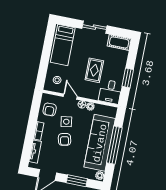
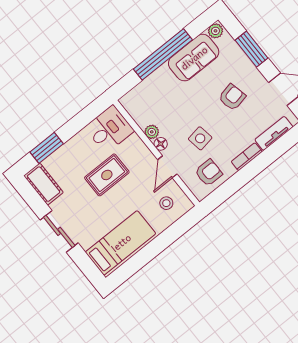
window: (128, 78) -> (47, 148), moved
armchair: (65, 139) -> (232, 97), moved
sofa: (100, 143) -> (194, 58), width x0.54, depth x0.79

